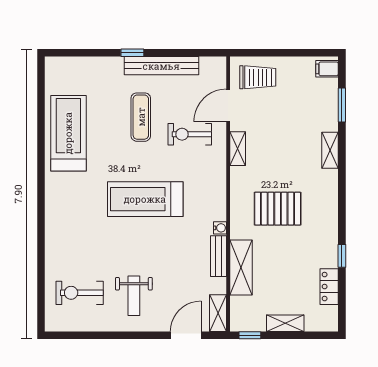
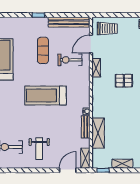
bench: (161, 66) -> (69, 22), moved
pallet: (278, 209) -> (124, 81), moved, width x0.67, depth x0.71

